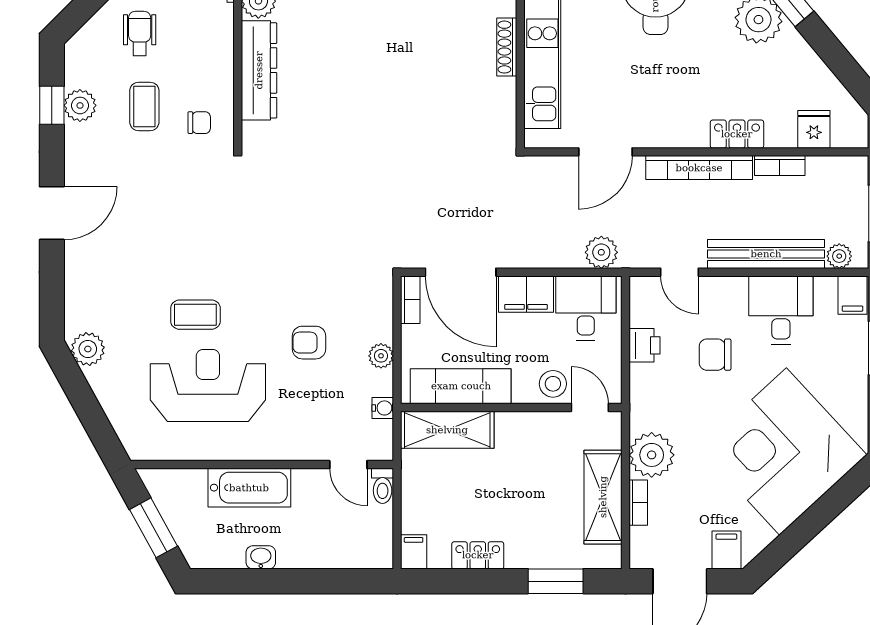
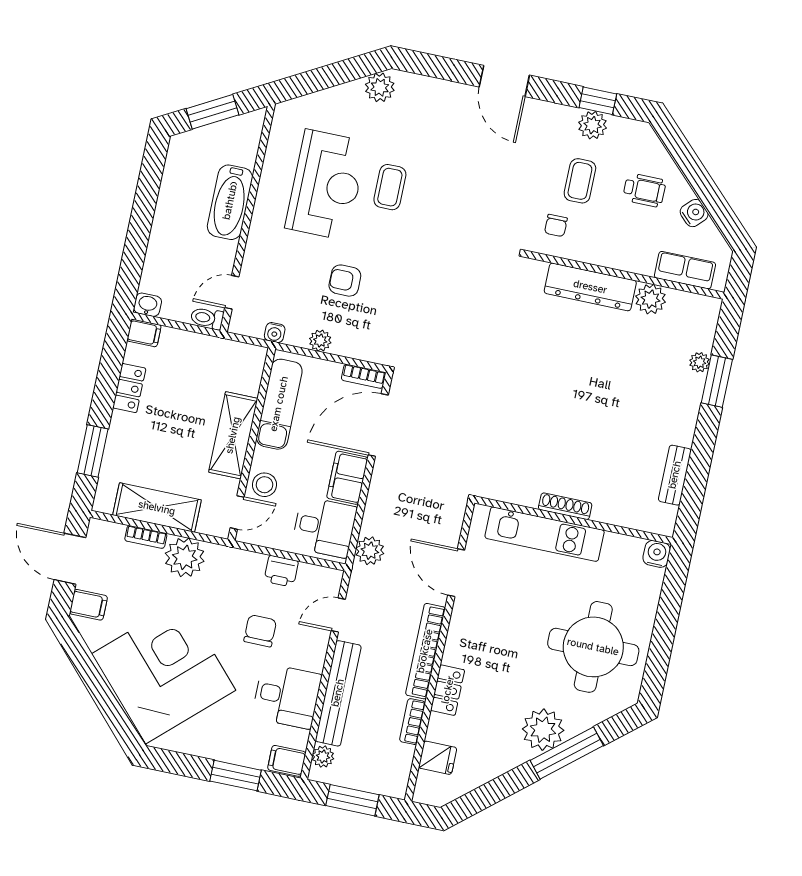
coffee table: (144, 106) -> (580, 181), turned 90
armchair: (309, 343) -> (345, 281), turned -90
shelving: (447, 430) -> (233, 435), moved
washbasin: (261, 557) -> (148, 305), moved, turned -90

